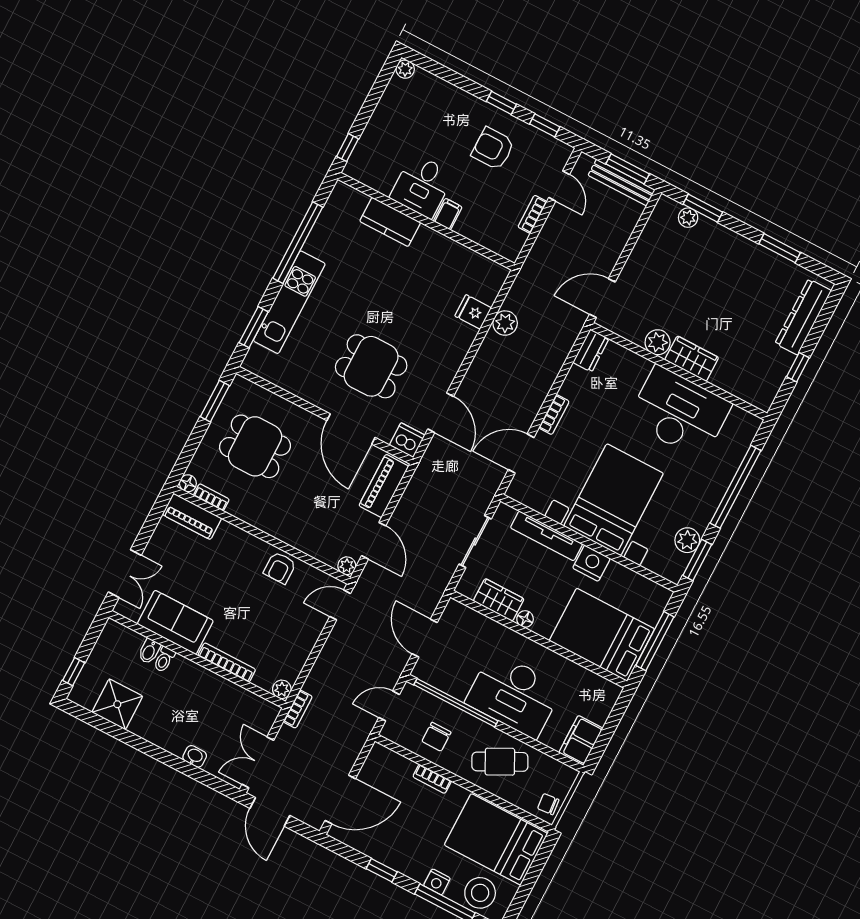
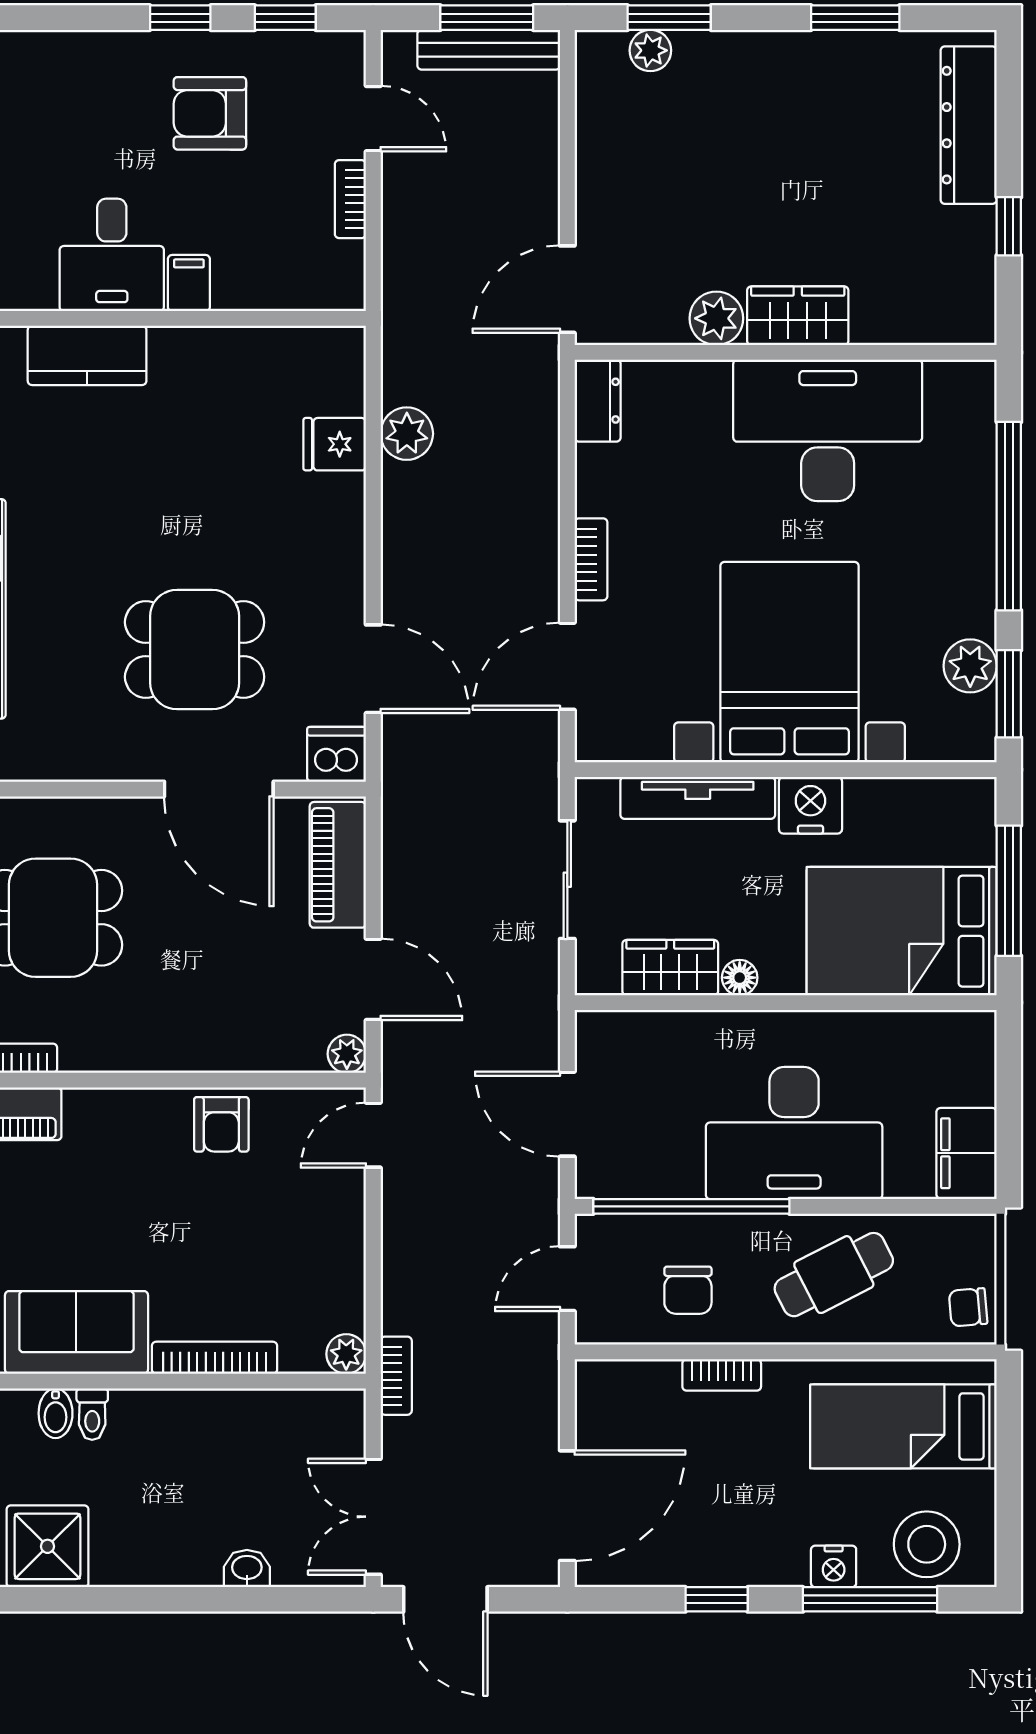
bed: (496, 839) -> (903, 1426), width x0.67

